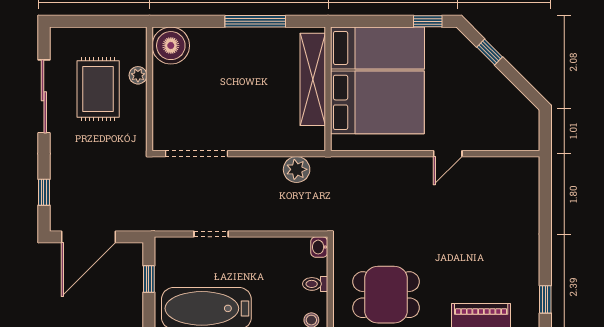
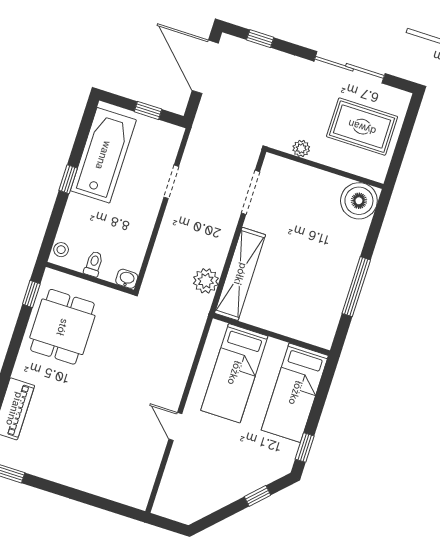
plant: (138, 75) -> (301, 148), moved
shelving: (313, 79) -> (240, 274), moved, turned 90
rug: (98, 89) -> (362, 127), moved
bed: (377, 102) -> (234, 373), width x0.67
doorway: (197, 154) -> (250, 192), width x0.73

